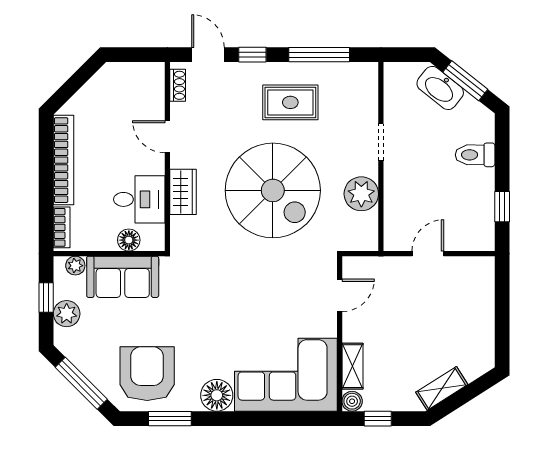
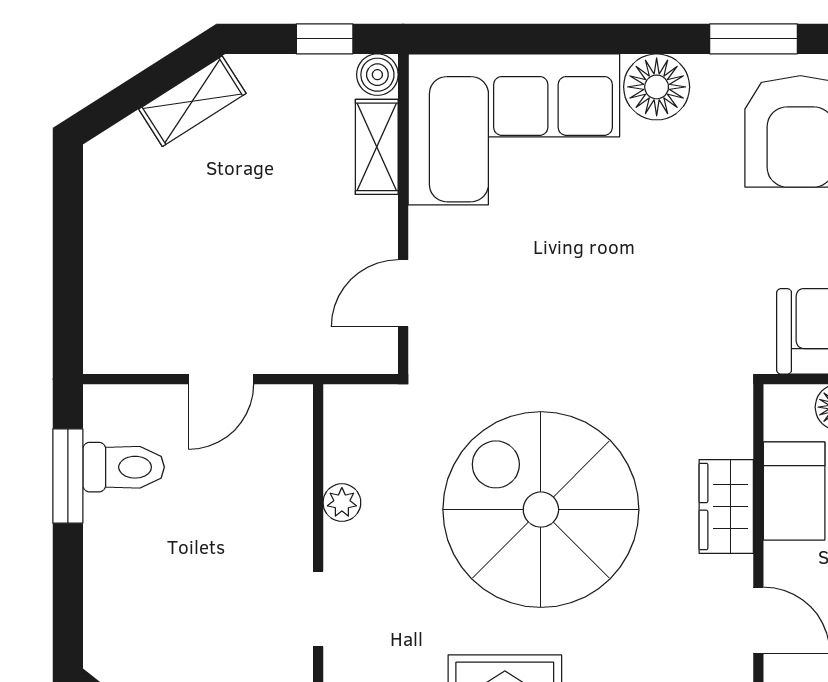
toilet: (475, 155) -> (124, 467), moved
plant: (361, 194) -> (342, 503), width x0.53, depth x0.53
window: (502, 207) -> (68, 476), width x1.50

